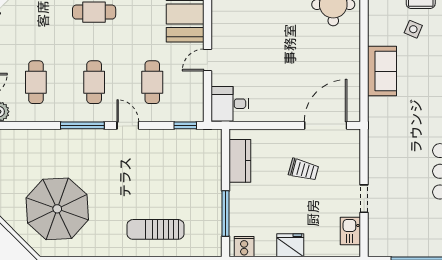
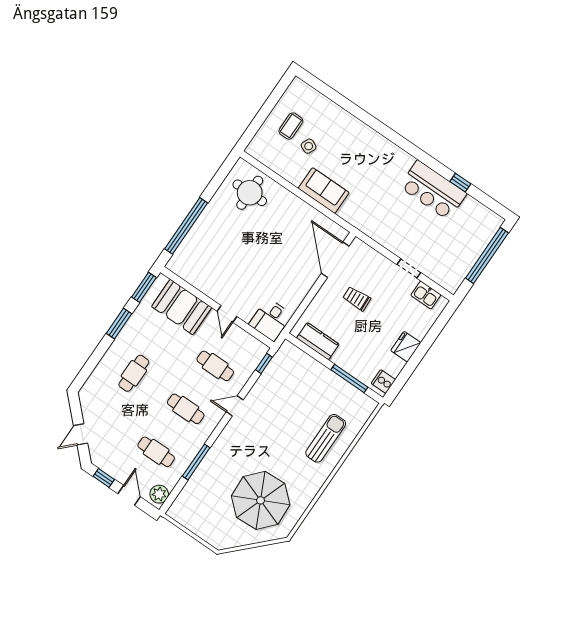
window: (82, 125) -> (196, 462), moved
trolley: (304, 170) -> (357, 299), turned -108
sun lounger: (156, 229) -> (326, 438), turned 180

